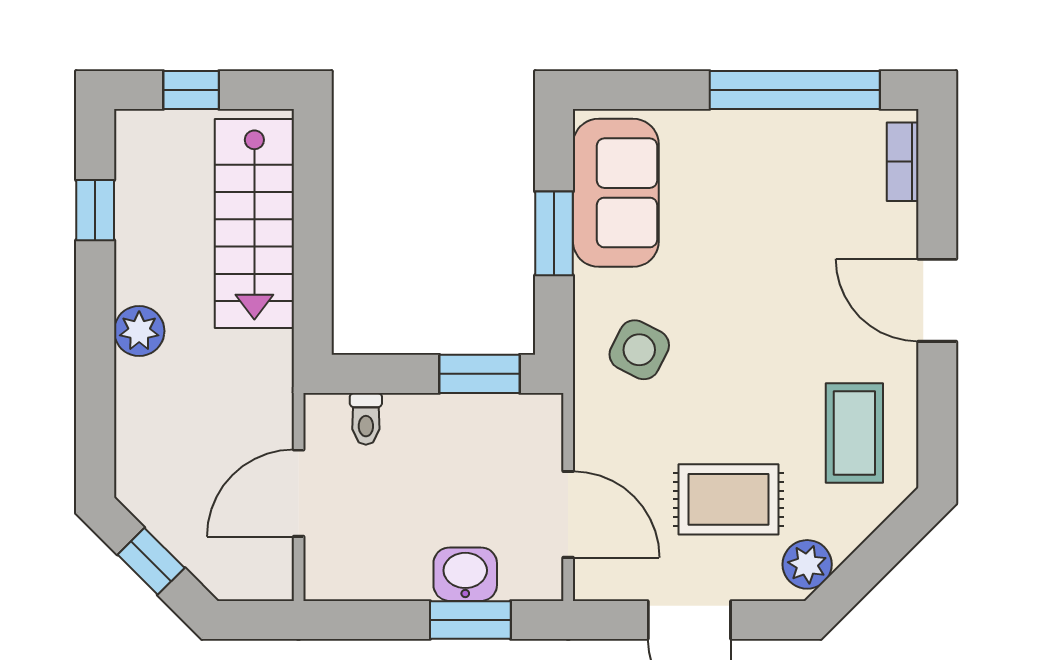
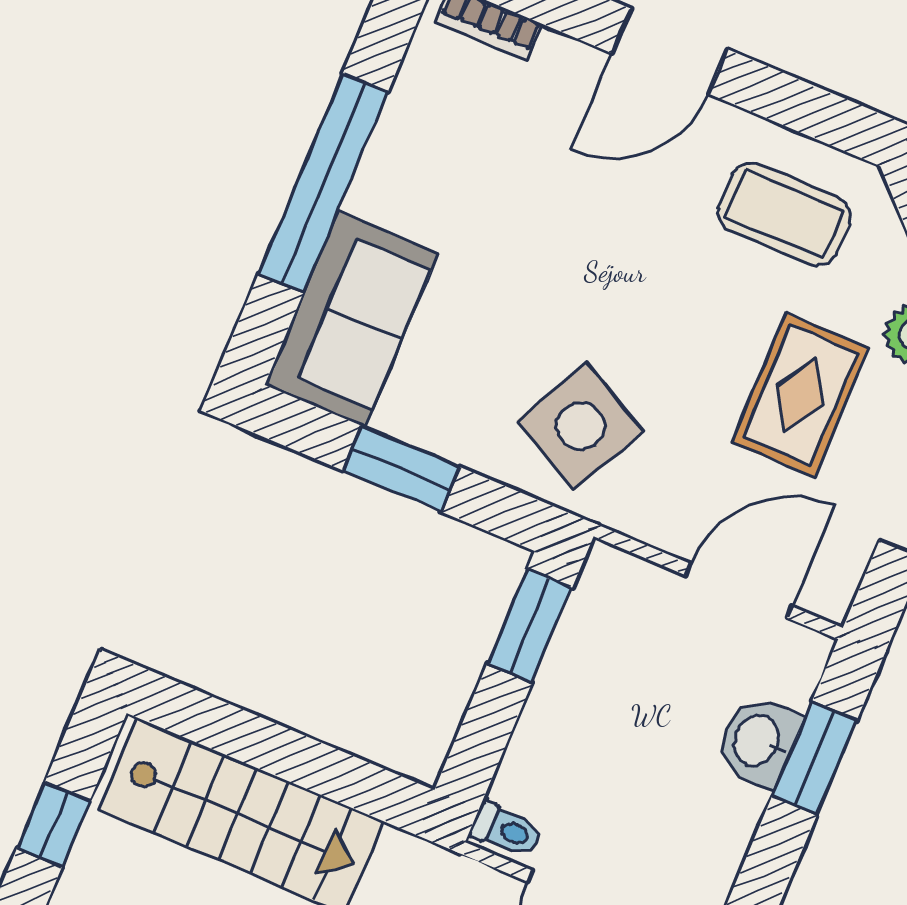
window: (795, 90) -> (323, 183), moved
sofa: (616, 193) -> (352, 319), moved, turned 90
side table: (639, 350) -> (580, 426), width x1.37, depth x1.37
toilet: (366, 419) -> (506, 830), moved

